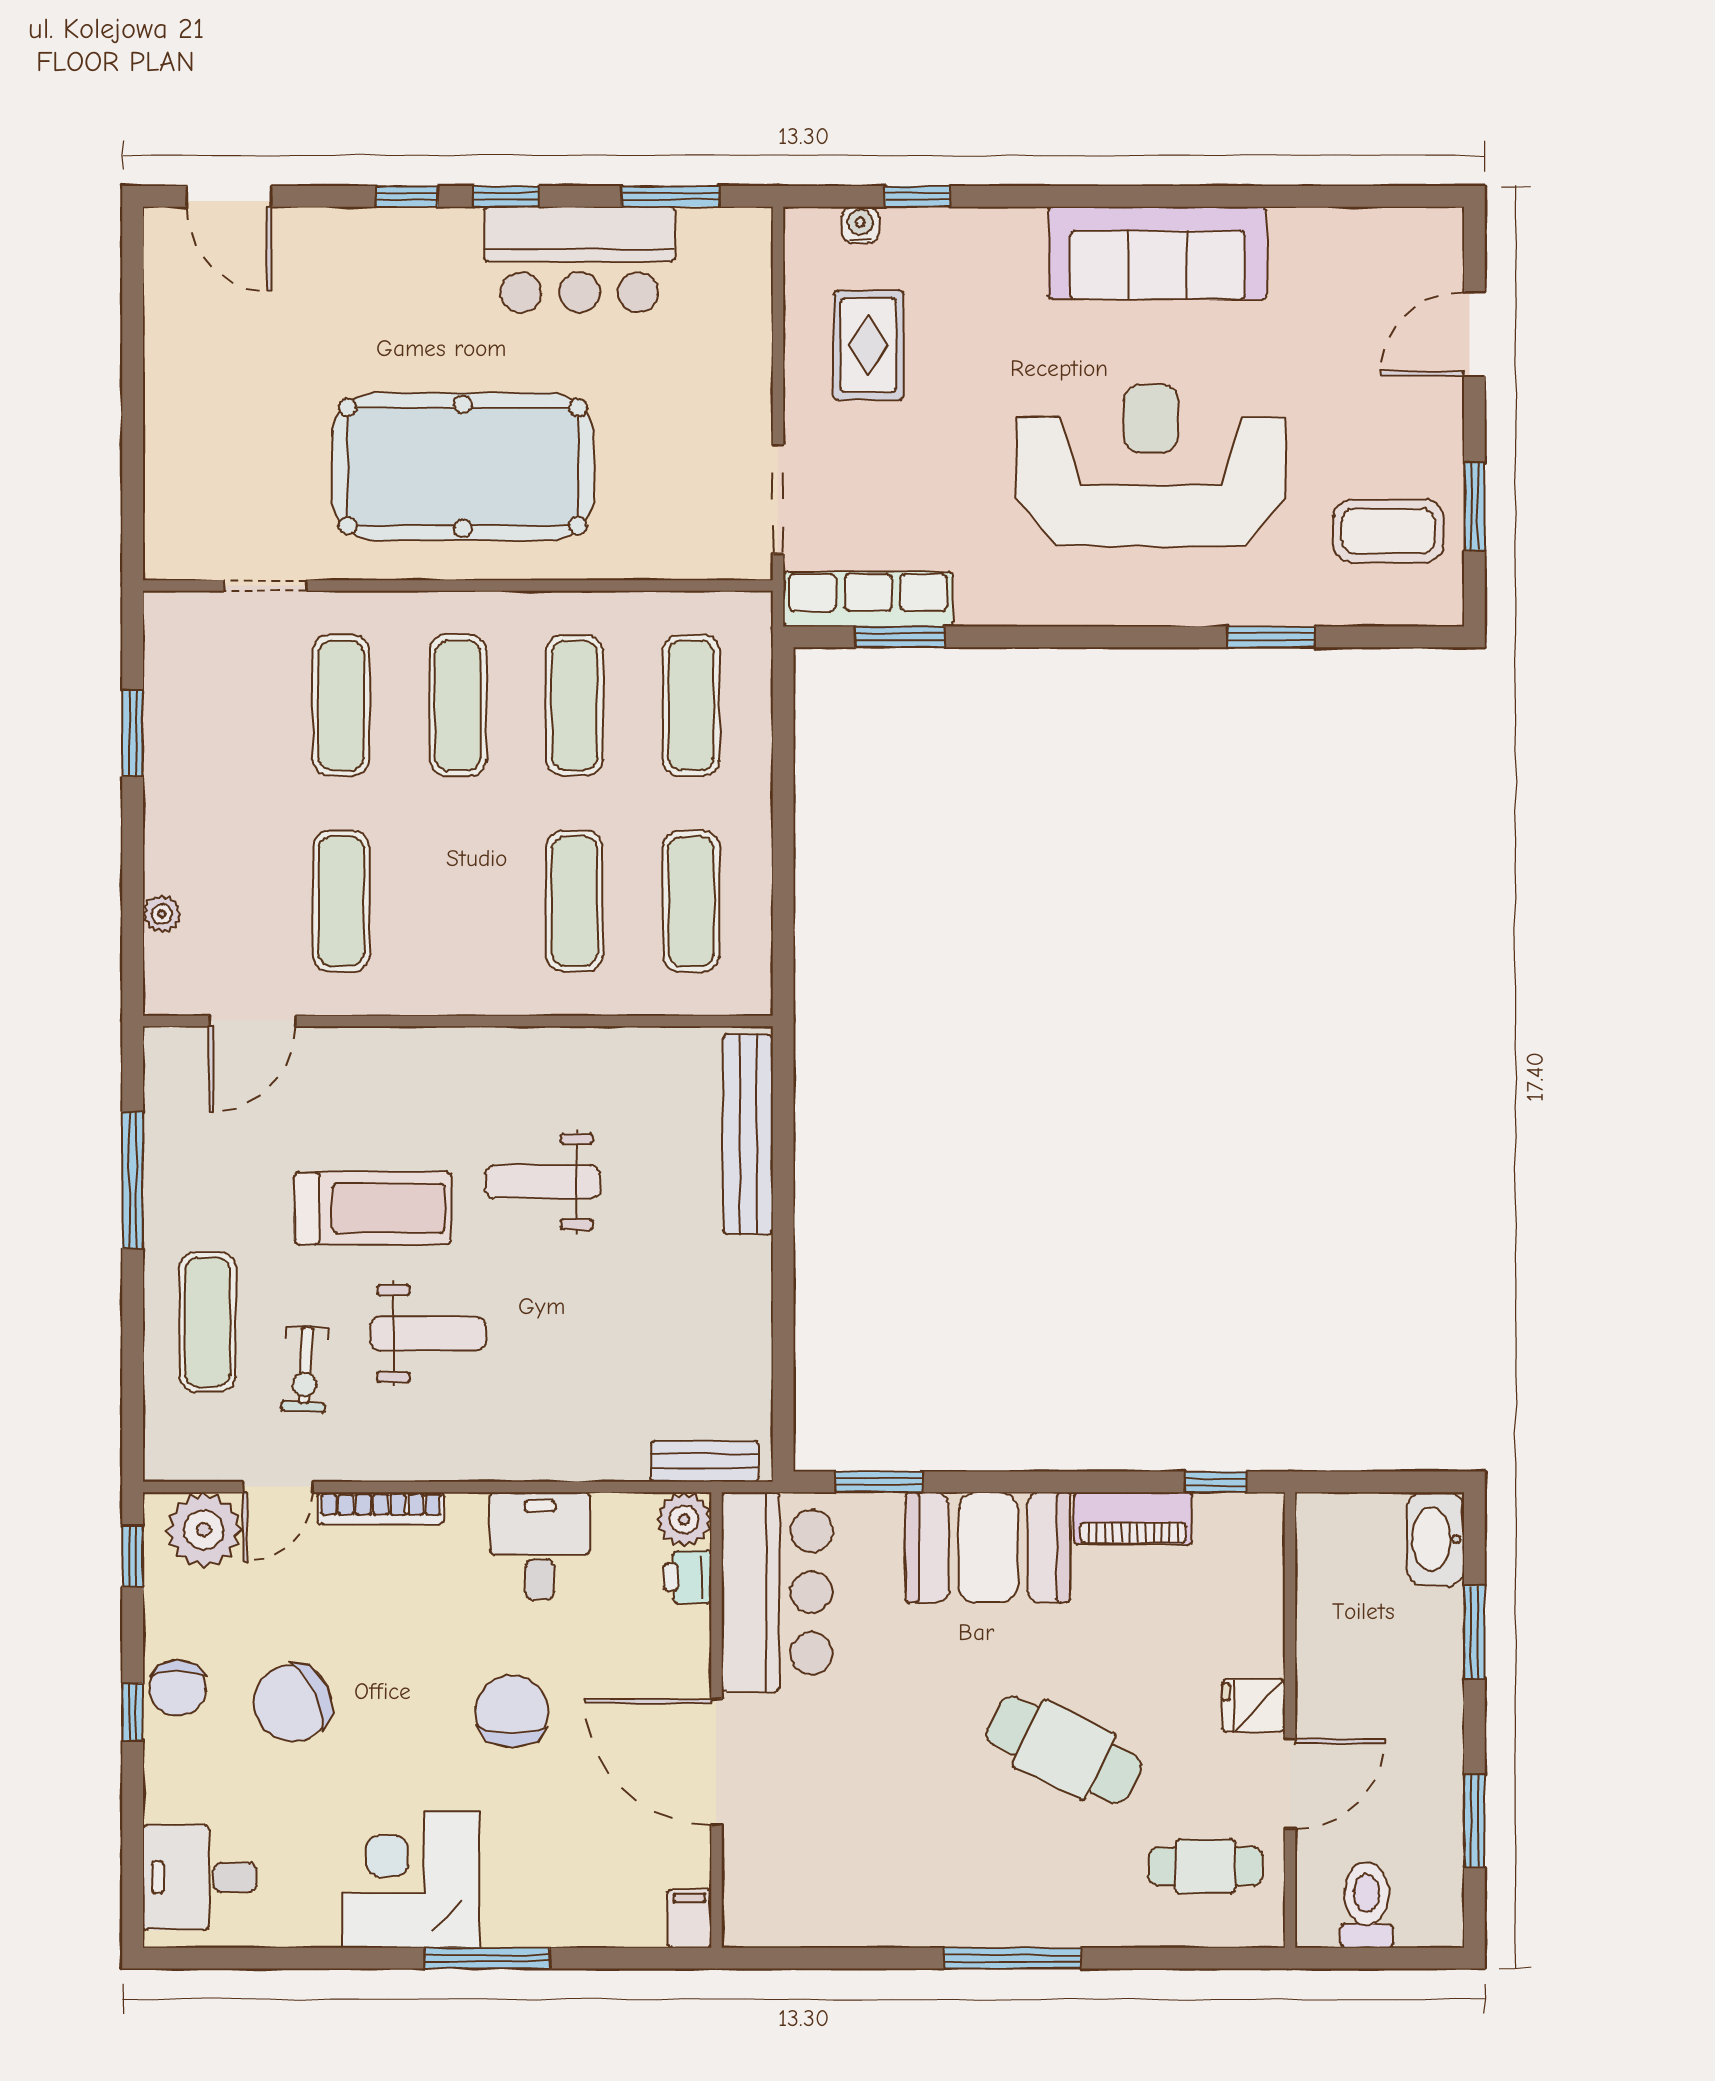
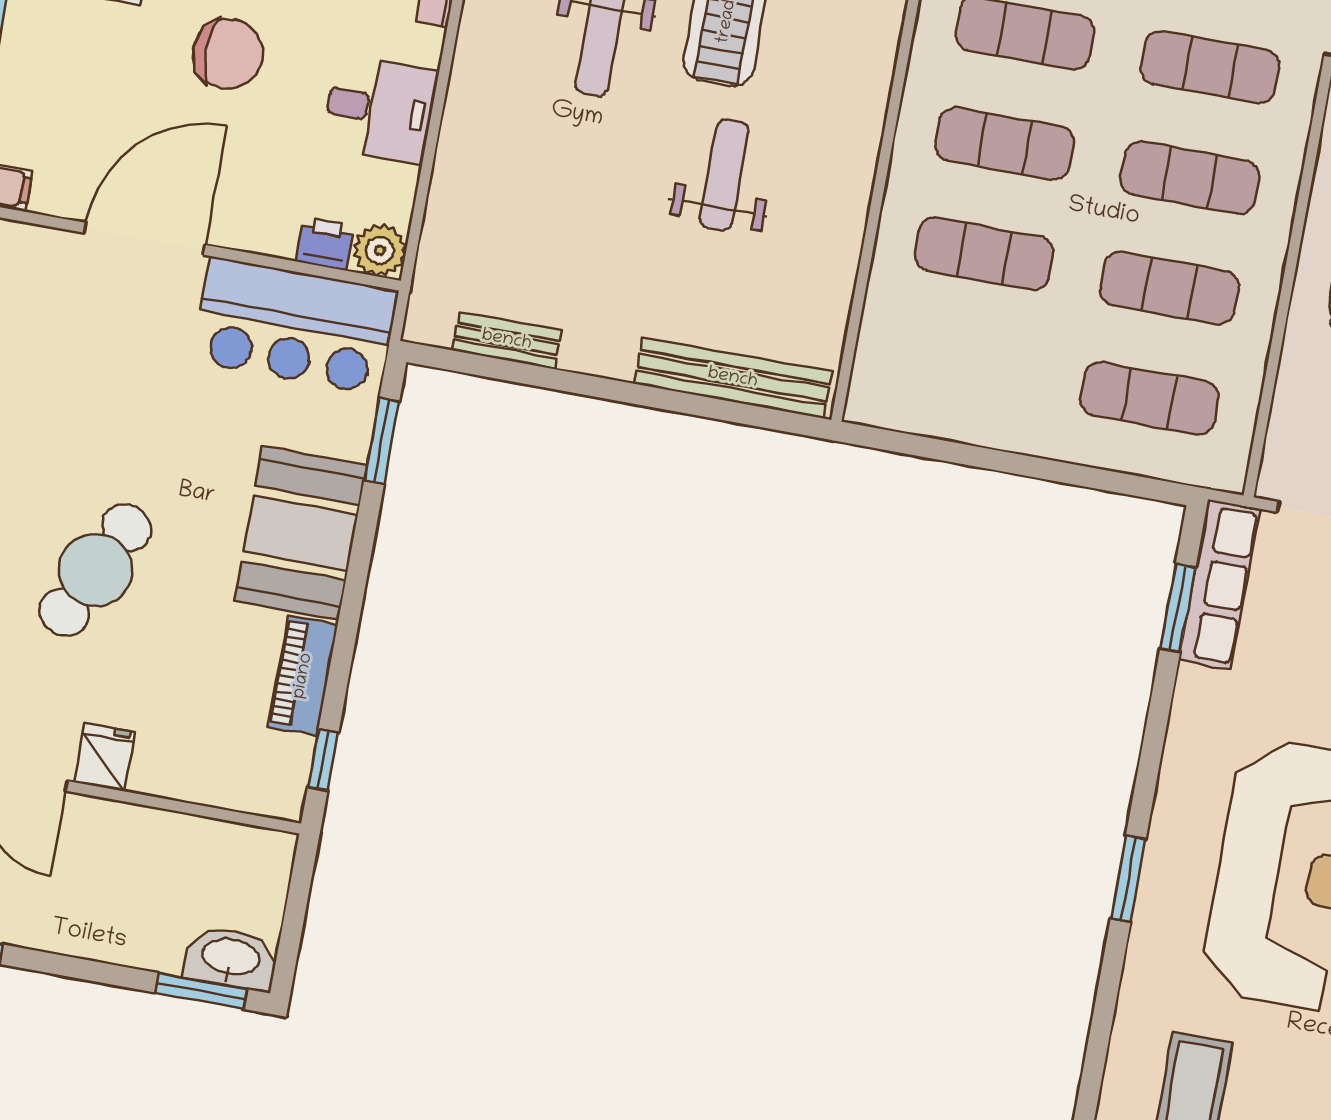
window: (1271, 637) -> (1128, 879), moved
exercise mat: (691, 901) -> (1004, 144), moved
bench: (705, 1461) -> (507, 340), moved, turned 90
window: (1474, 1632) -> (201, 991), moved

